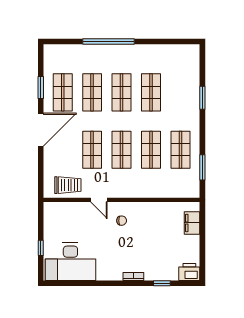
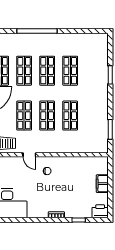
shop shelf: (180, 150) -> (93, 116), removed
filing cabinet: (192, 223) -> (102, 184), moved

